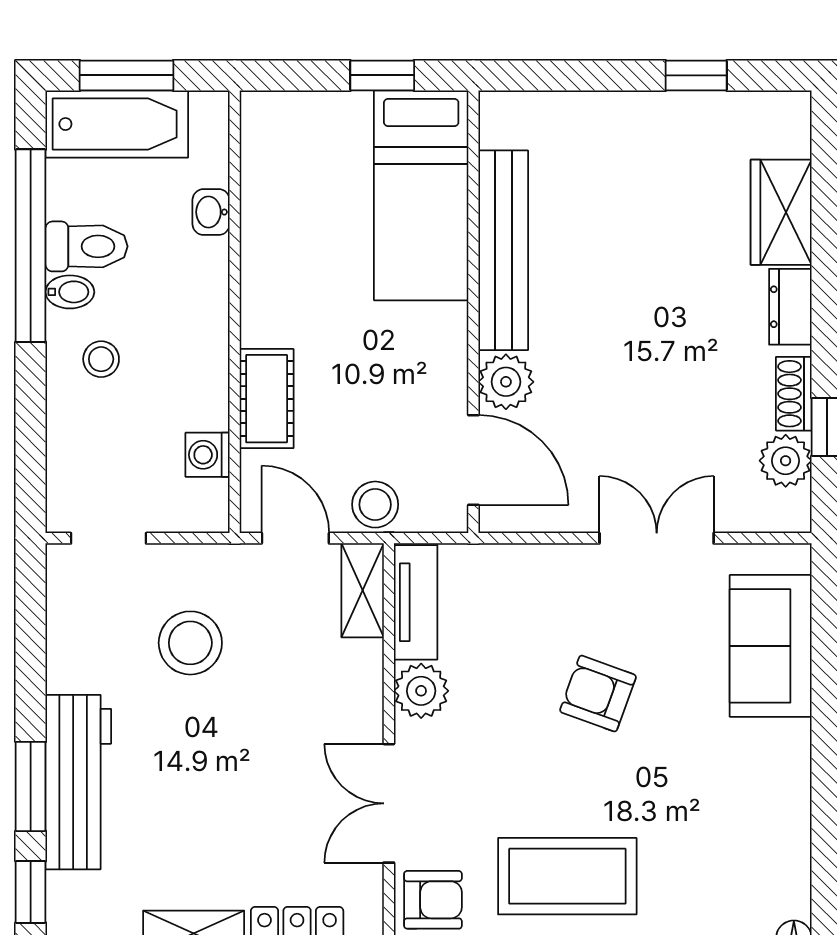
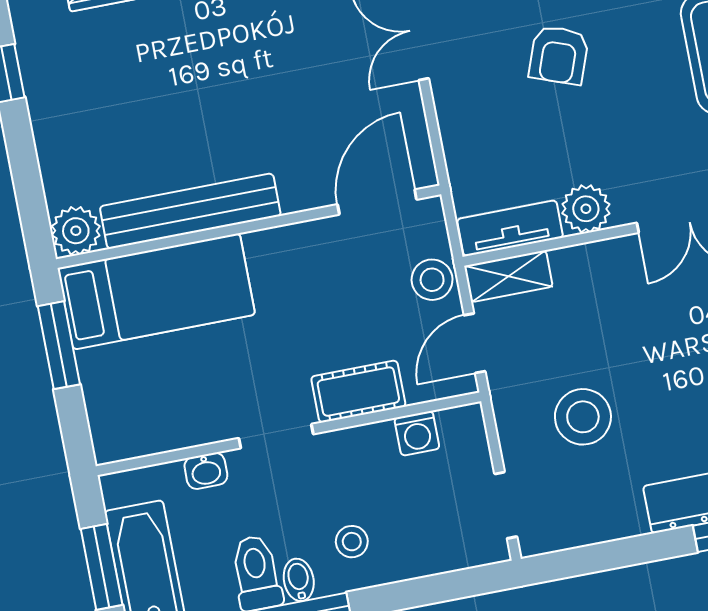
window: (382, 75) -> (59, 345), width x1.50
doorway: (235, 298) -> (276, 436), added
plant: (506, 382) -> (76, 231), moved

